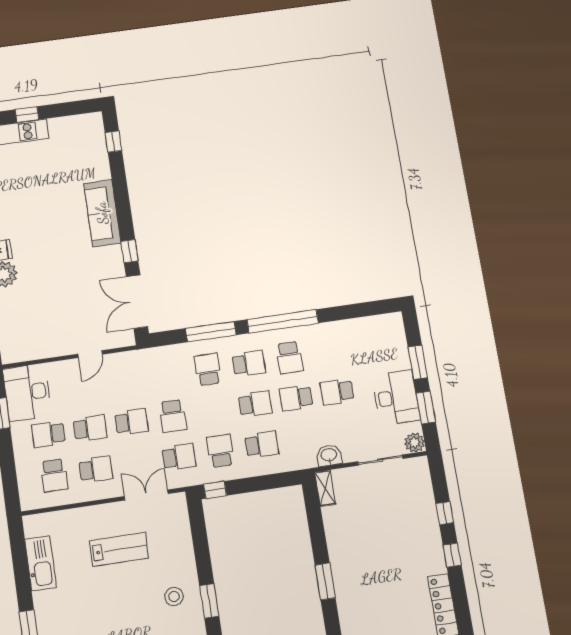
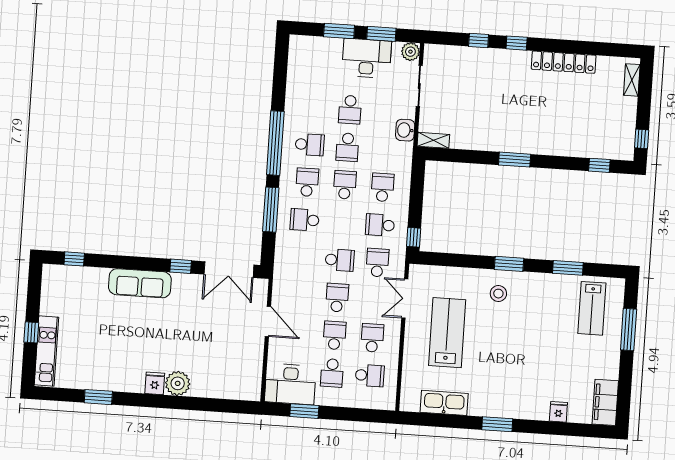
door: (90, 354) -> (268, 321), width x1.38
lab bench: (119, 549) -> (447, 333), width x1.36, depth x1.39

